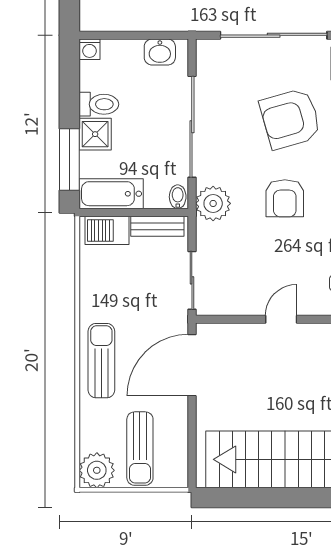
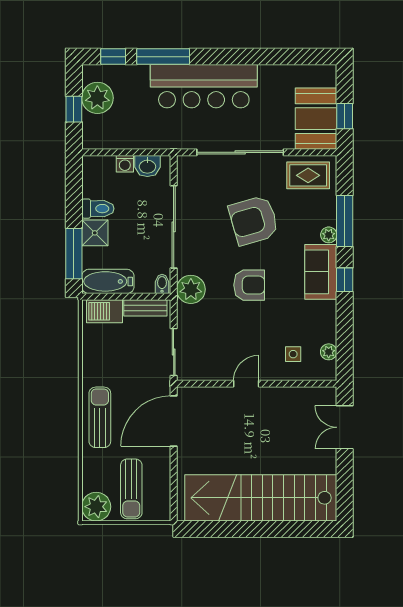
washing machine: (89, 49) -> (125, 164), moved
armchair: (285, 198) -> (249, 285), turned -90

